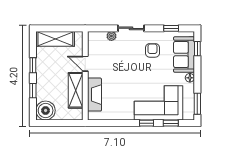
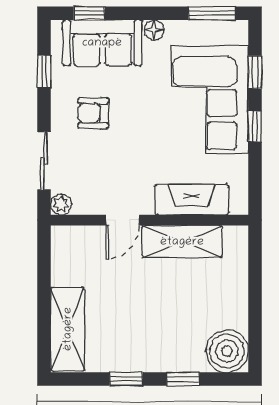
door: (85, 64) -> (123, 220), moved
wall: (85, 76) -> (149, 220), moved
shelving: (76, 90) -> (182, 242), moved
fireplace: (94, 95) -> (192, 200), moved

